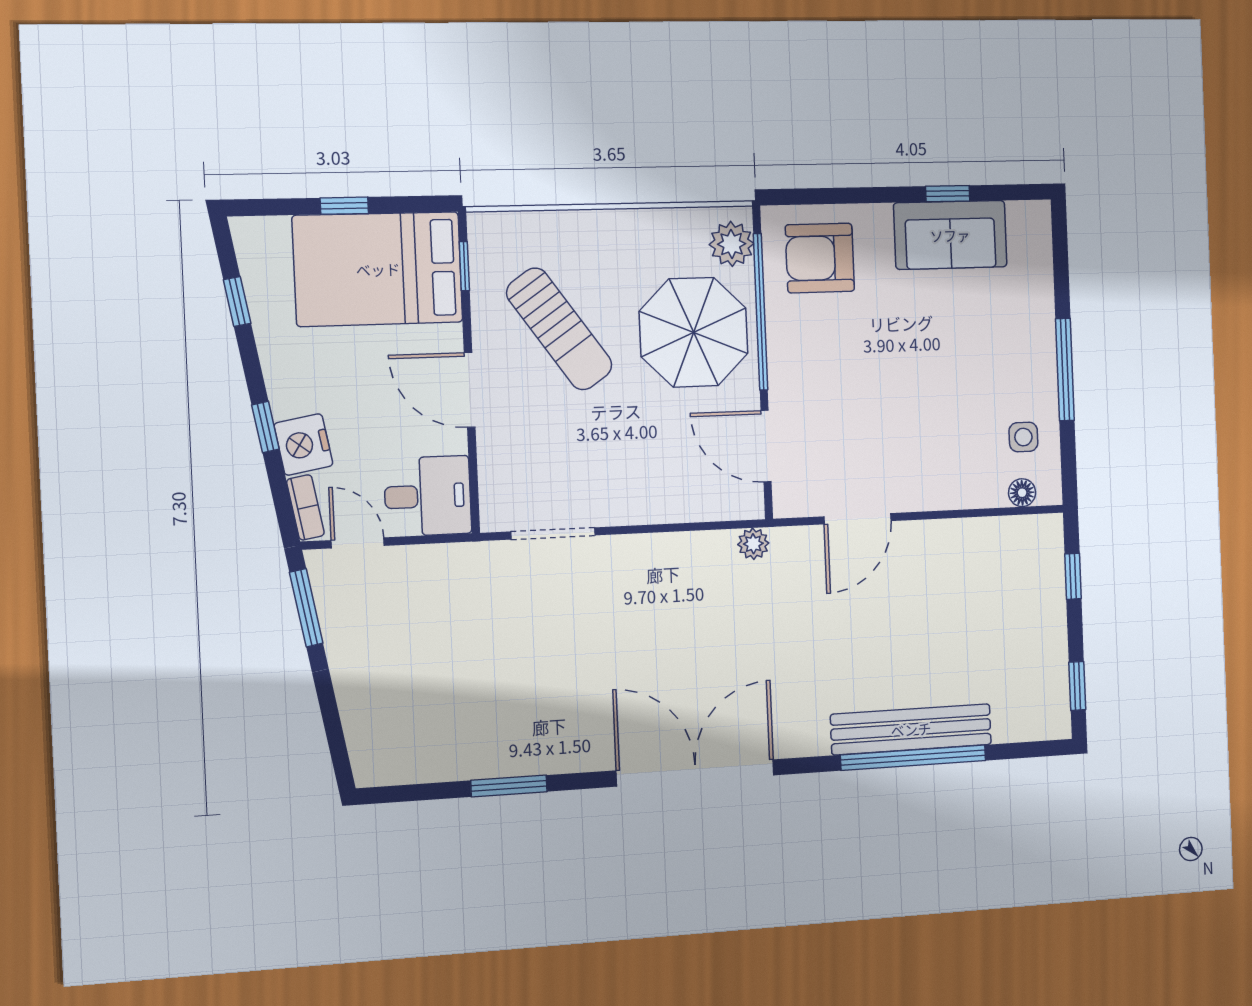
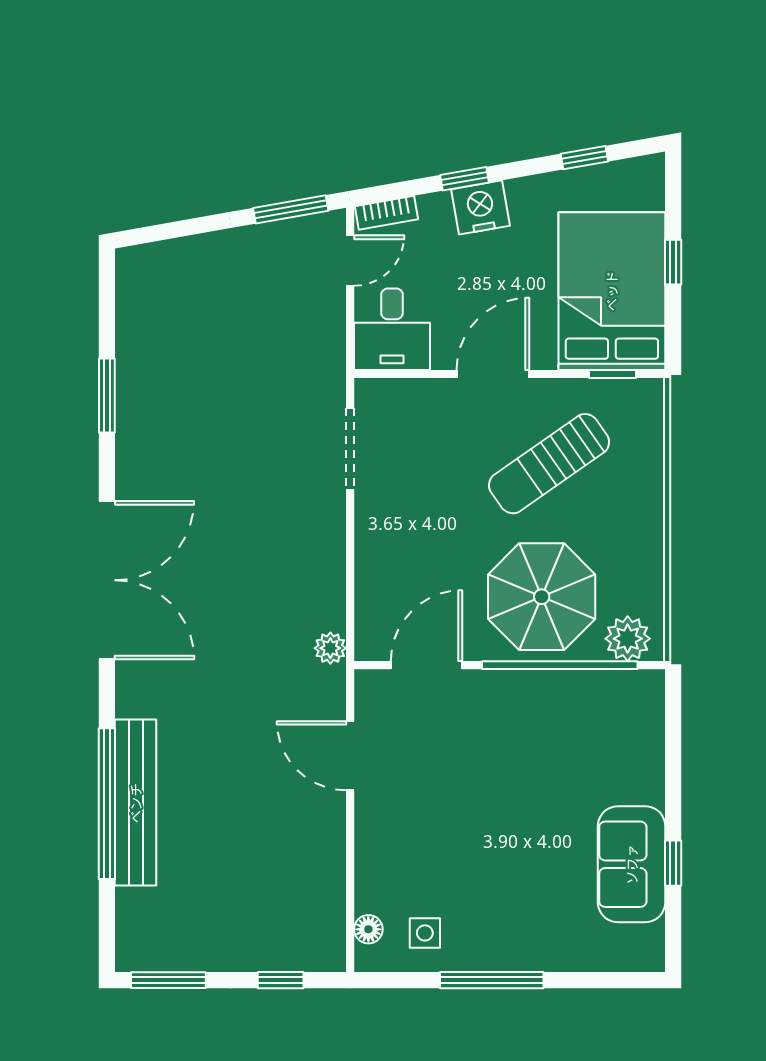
armchair: (820, 258) -> (612, 728), removed
nightstand: (303, 445) -> (481, 207), moved
window: (1077, 686) -> (168, 980), width x1.50

